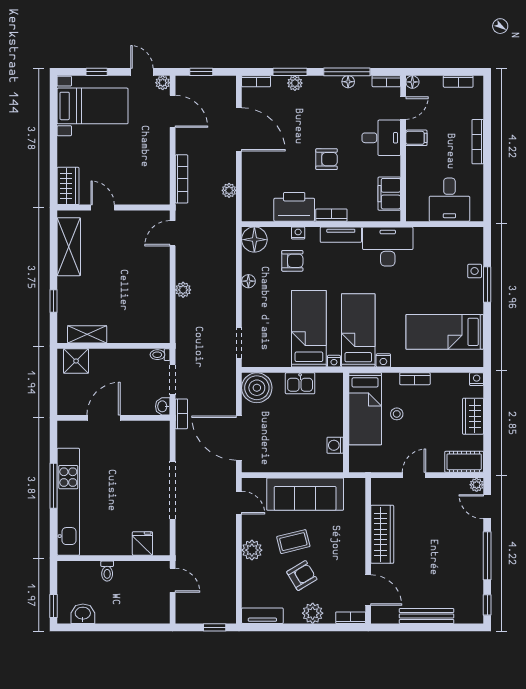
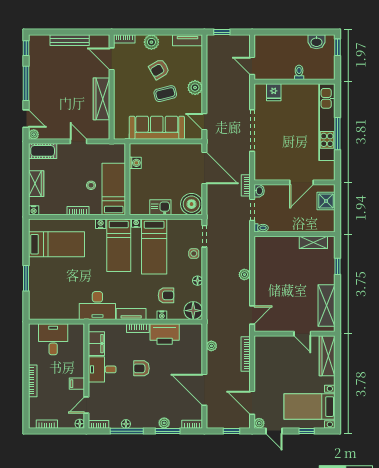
desk: (381, 138) -> (102, 369), moved
wardrobe: (68, 186) -> (327, 356), width x1.50
armchair: (292, 261) -> (166, 295), turned 180
side table: (475, 271) -> (194, 254), moved
shower: (76, 361) -> (326, 201), moved
door: (414, 475) -> (79, 141), swing flipped

